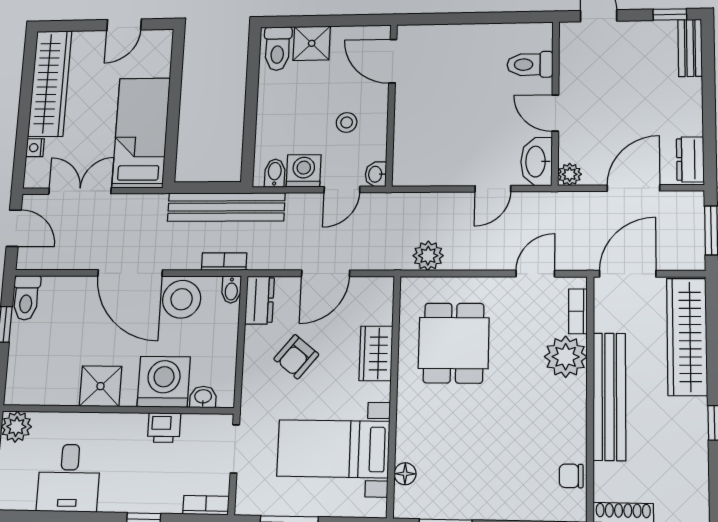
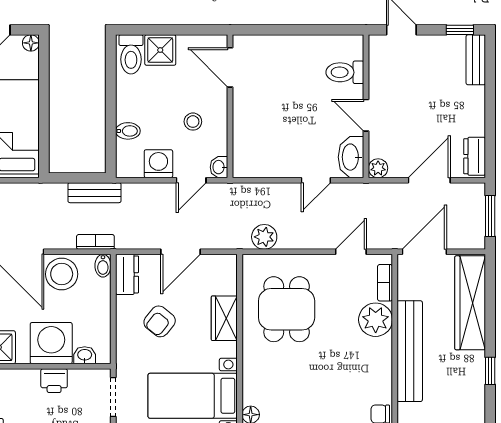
floor lamp: (164, 38) -> (31, 43), added
bidet: (275, 173) -> (128, 131), moved, turned 90
bench: (226, 207) -> (94, 193), width x0.54, depth x0.82

